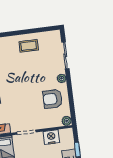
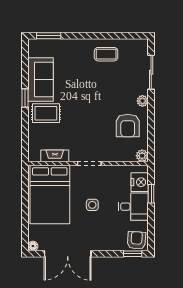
armchair: (52, 99) -> (128, 126), turned -90
nightstand: (51, 137) -> (140, 182), moved, turned 90

